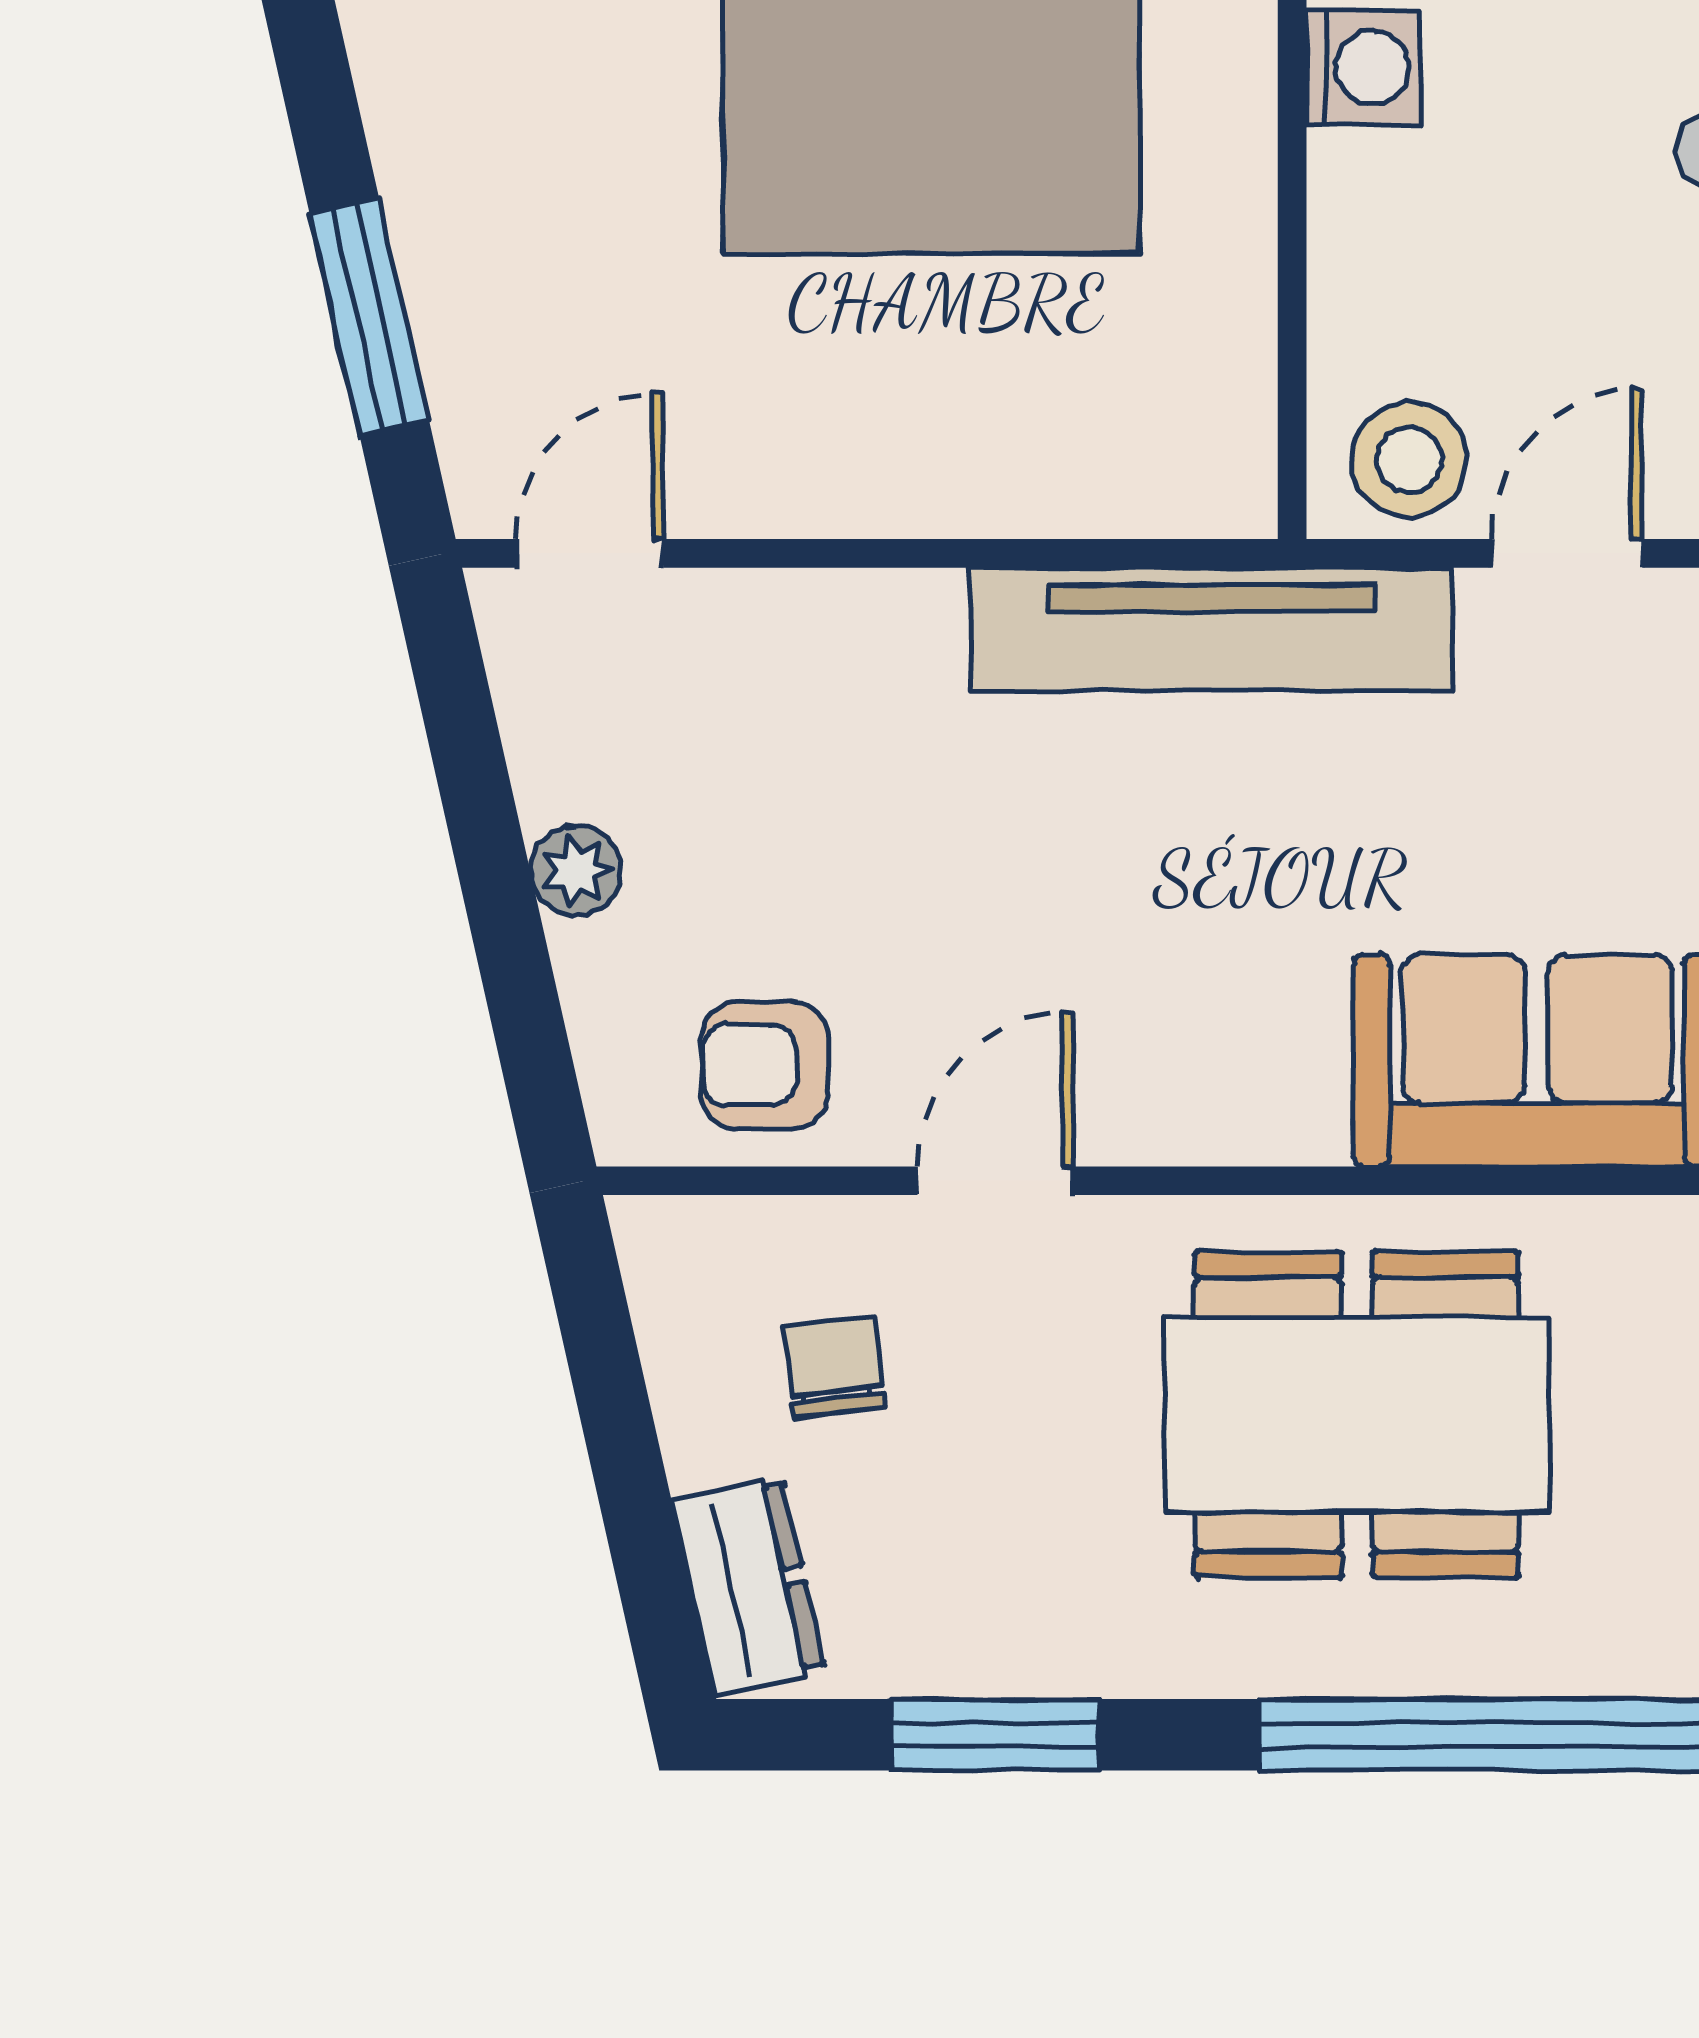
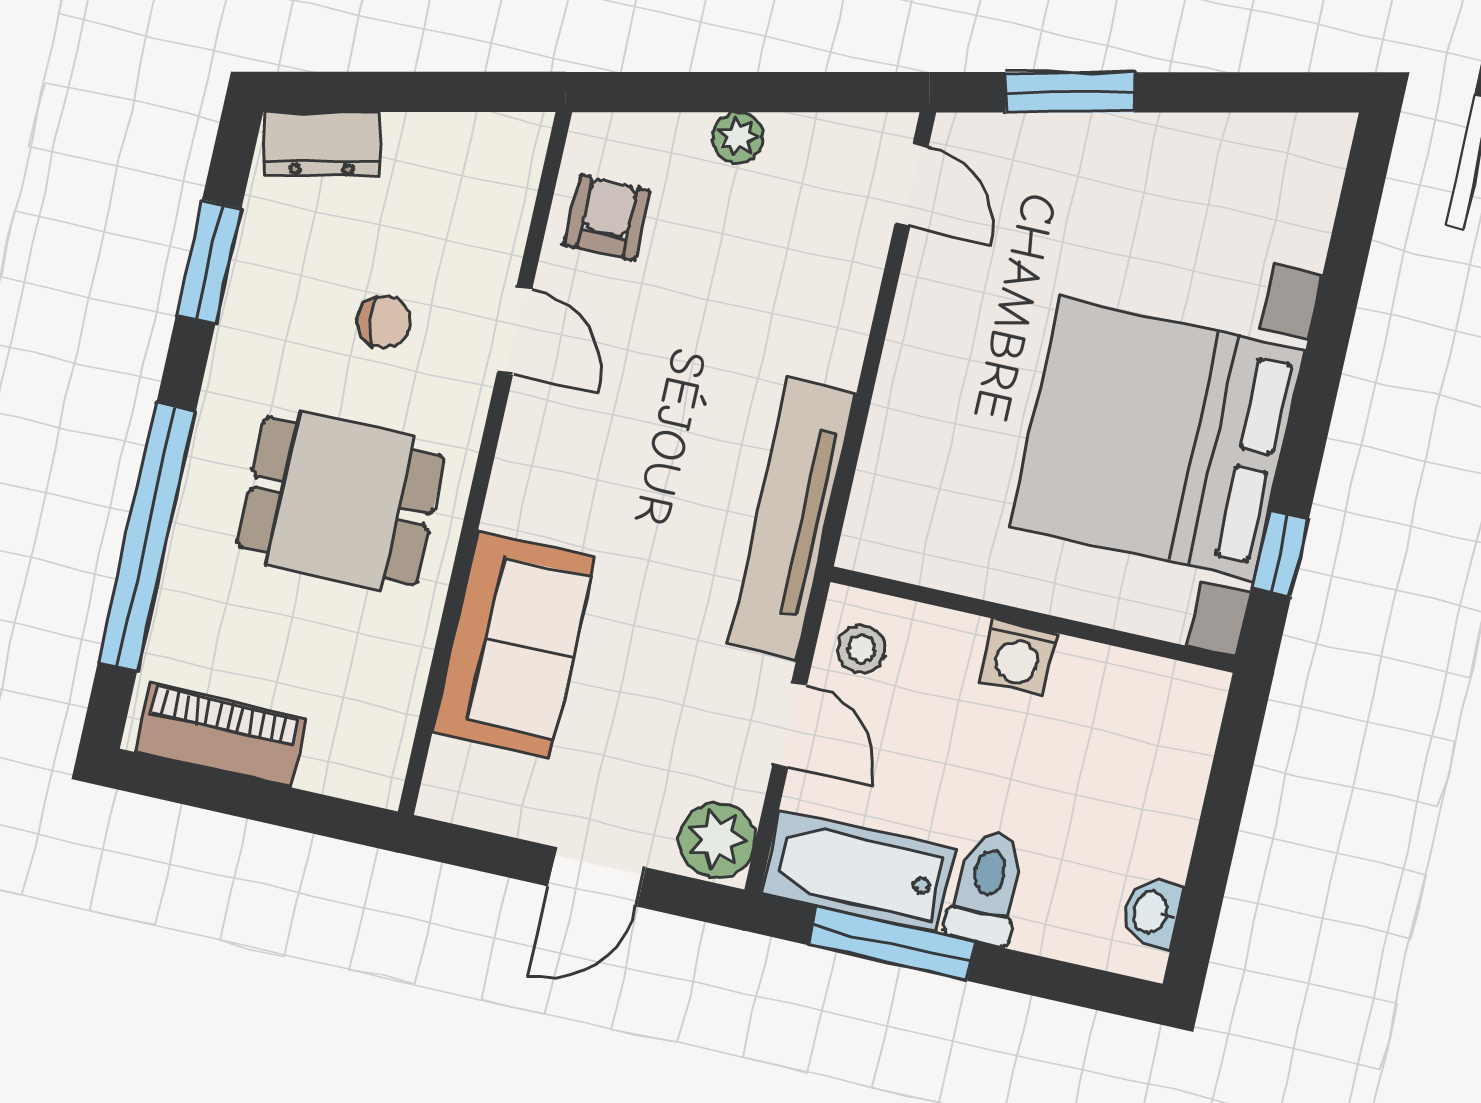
washing machine: (1363, 68) -> (1018, 657), moved
stool: (1409, 460) -> (861, 649), width x0.73, depth x0.73
chair: (834, 1367) -> (384, 321), moved
dining table: (1357, 1415) -> (341, 501), width x0.73

